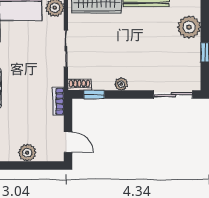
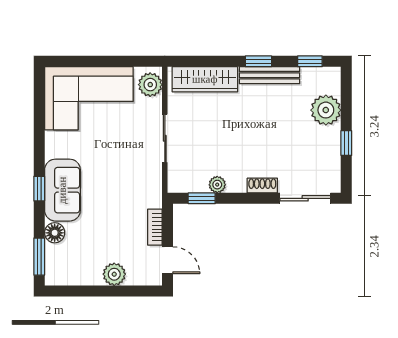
plant: (121, 84) -> (217, 185), moved
shoe rack: (79, 85) -> (262, 186), moved
bookcase: (58, 101) -> (155, 227), moved

